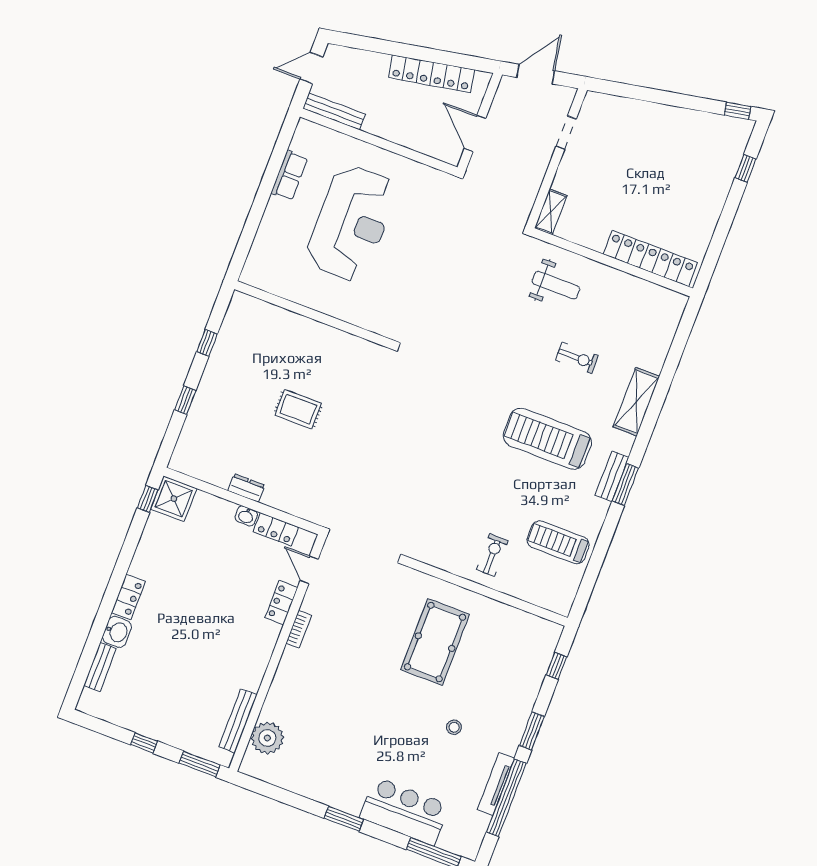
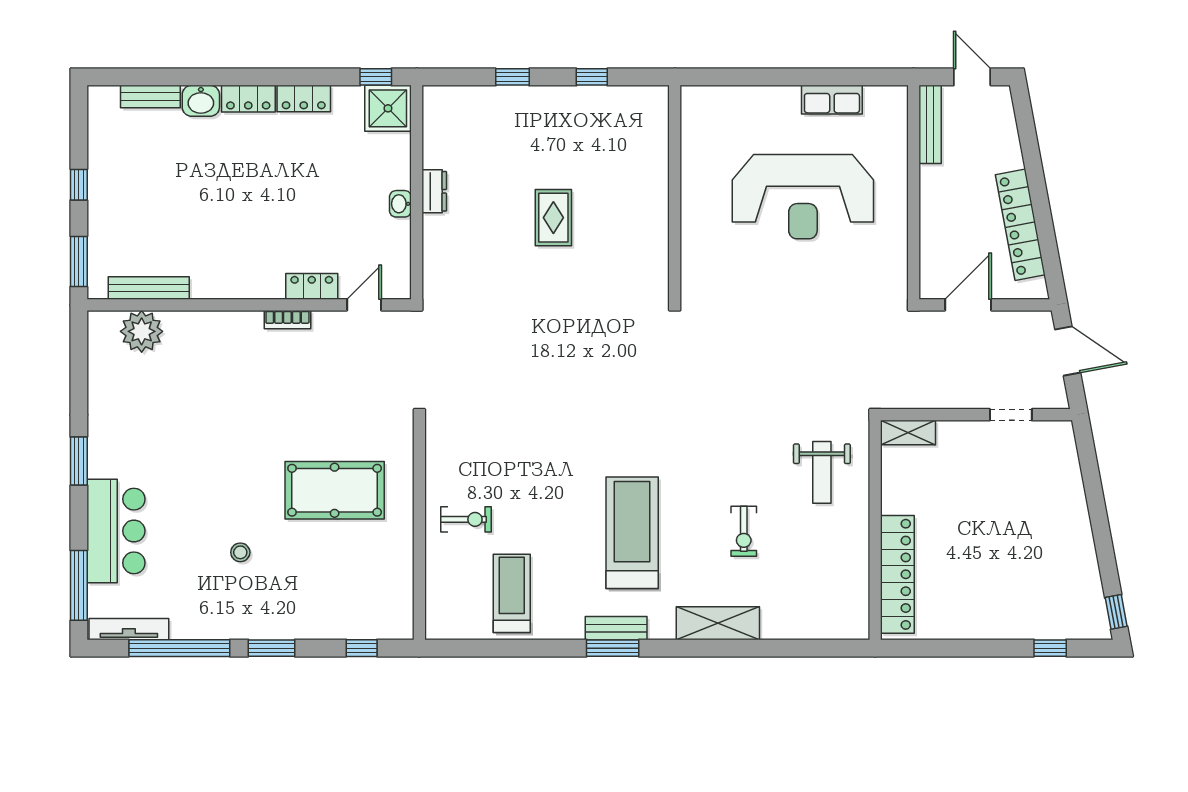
locker: (276, 529) -> (304, 99), moved, turned -90
tv unit: (496, 784) -> (129, 629), moved

